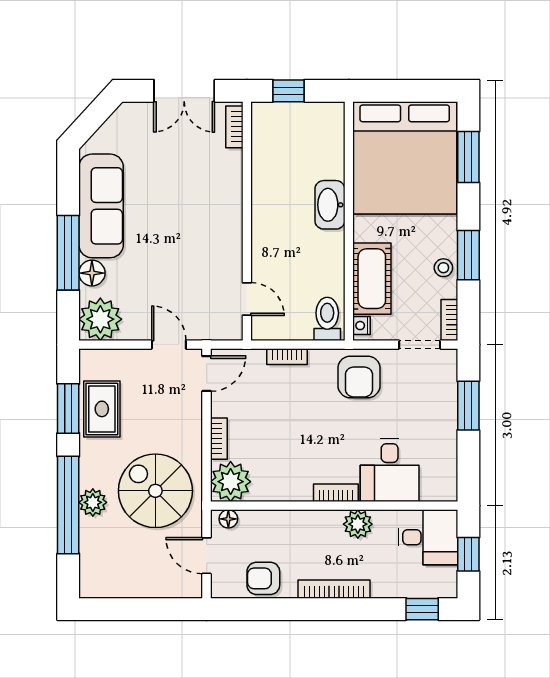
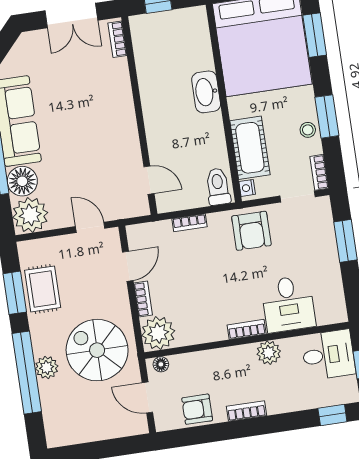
floor lamp: (92, 273) -> (22, 181), width x1.38, depth x1.38
door: (207, 374) -> (128, 266), moved
bookcase: (334, 589) -> (246, 411), width x0.64

